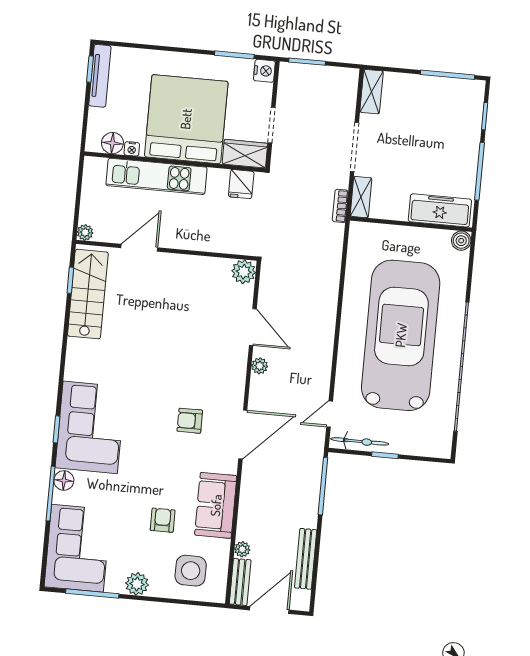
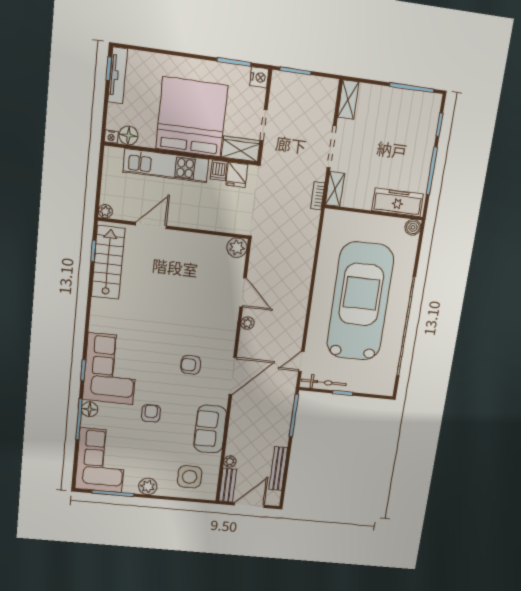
nightstand: (132, 149) -> (111, 137), moved
dishwasher: (219, 180) -> (219, 170), added
armchair: (163, 520) -> (151, 413), moved

